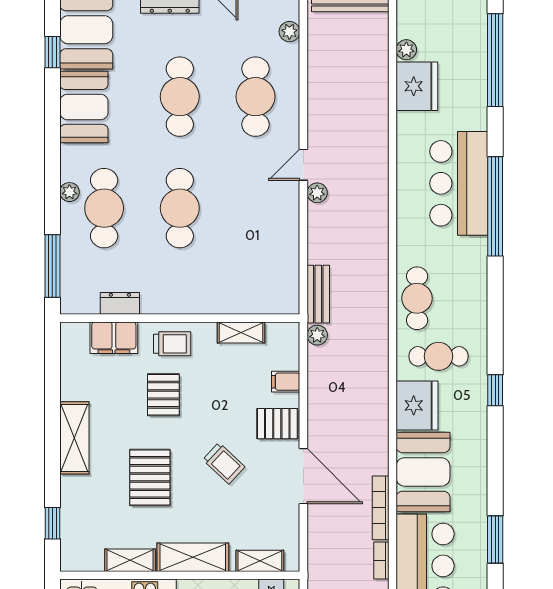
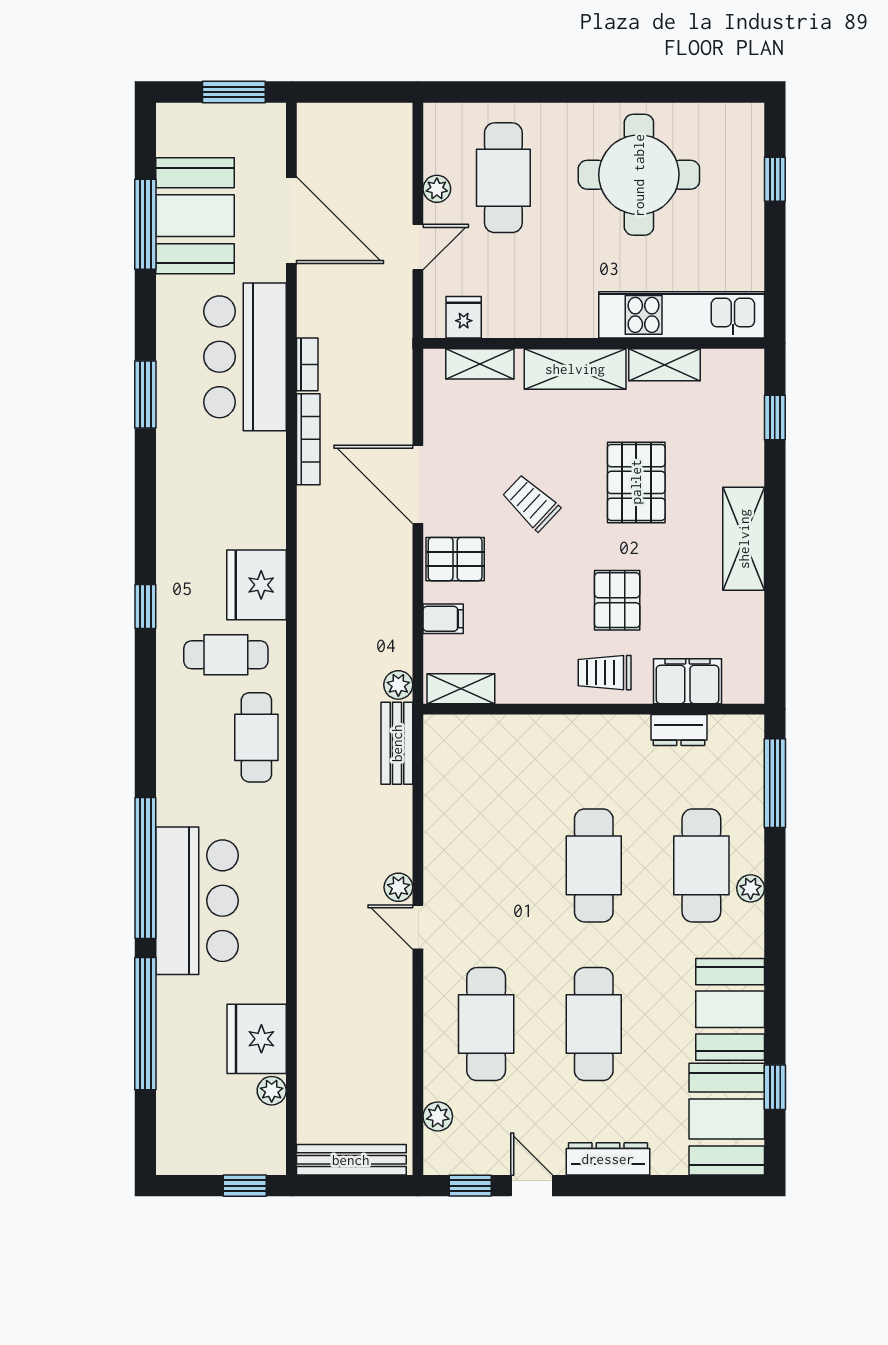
window: (495, 60) -> (145, 1024), moved
door: (303, 165) -> (418, 927), swing flipped
shelving: (241, 332) -> (461, 689), moved
booth: (423, 472) -> (248, 490), removed

